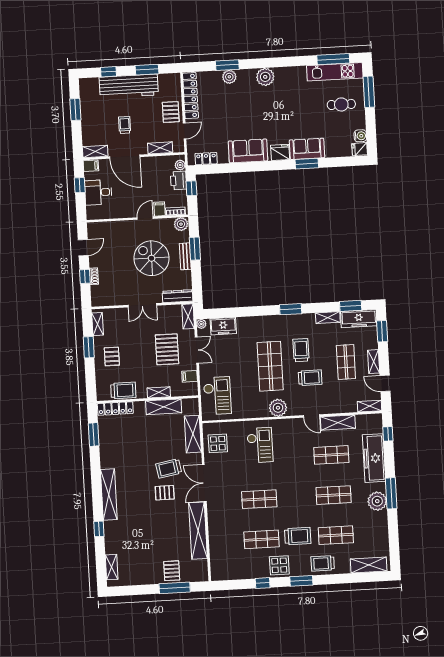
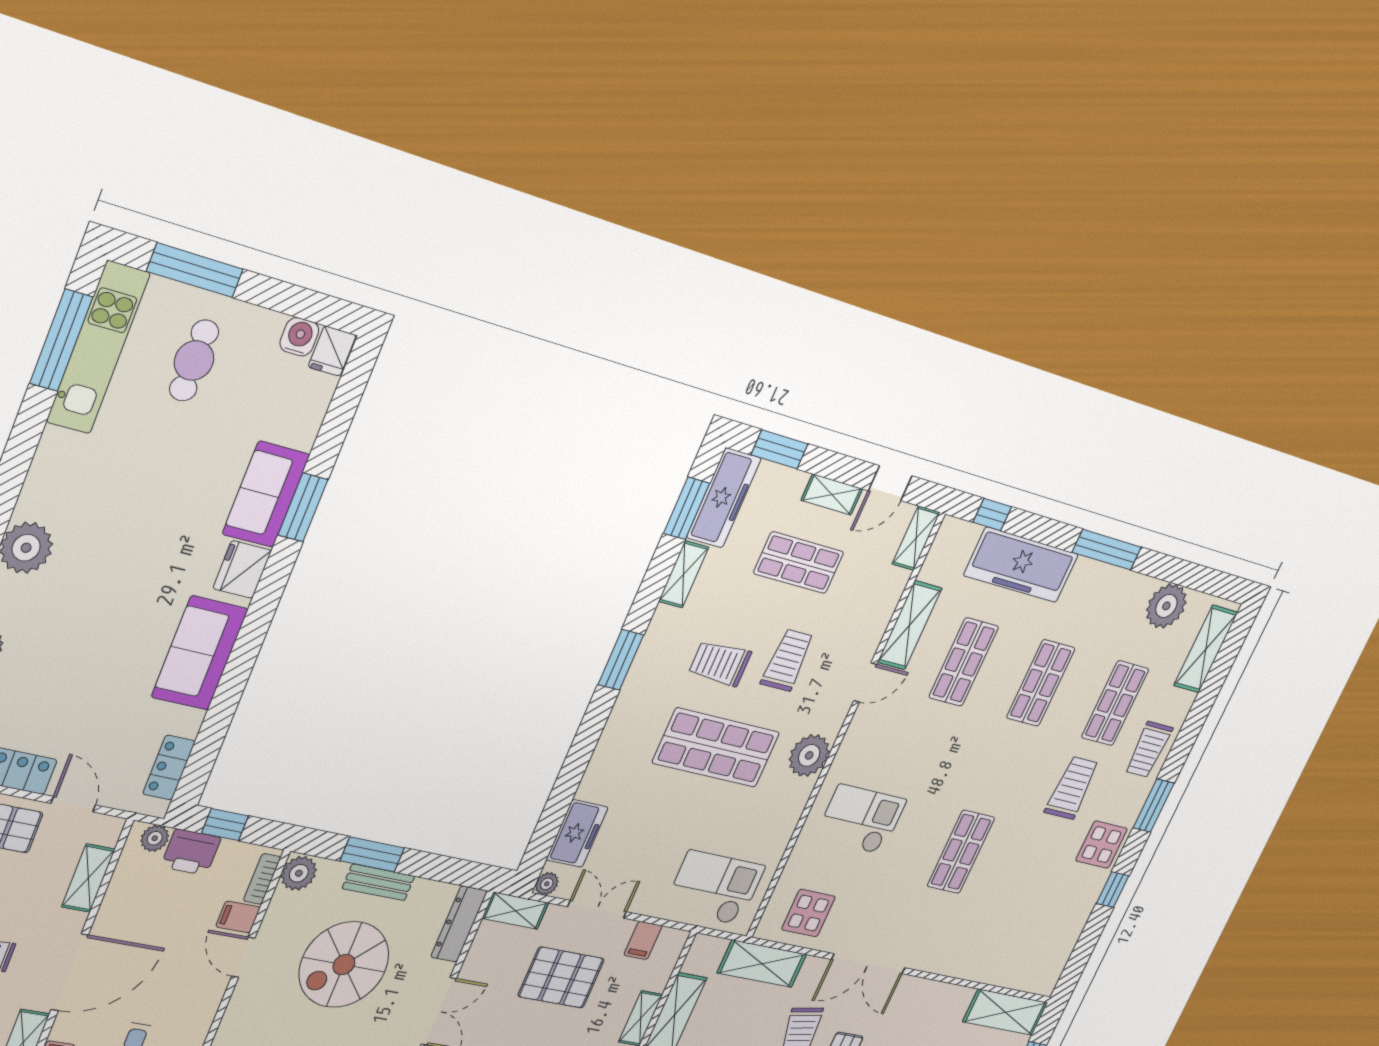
plant: (377, 501) -> (1166, 606), moved
shelving: (198, 531) -> (1005, 1012), moved, width x0.68
shop shelf: (261, 539) -> (1036, 869), removed

